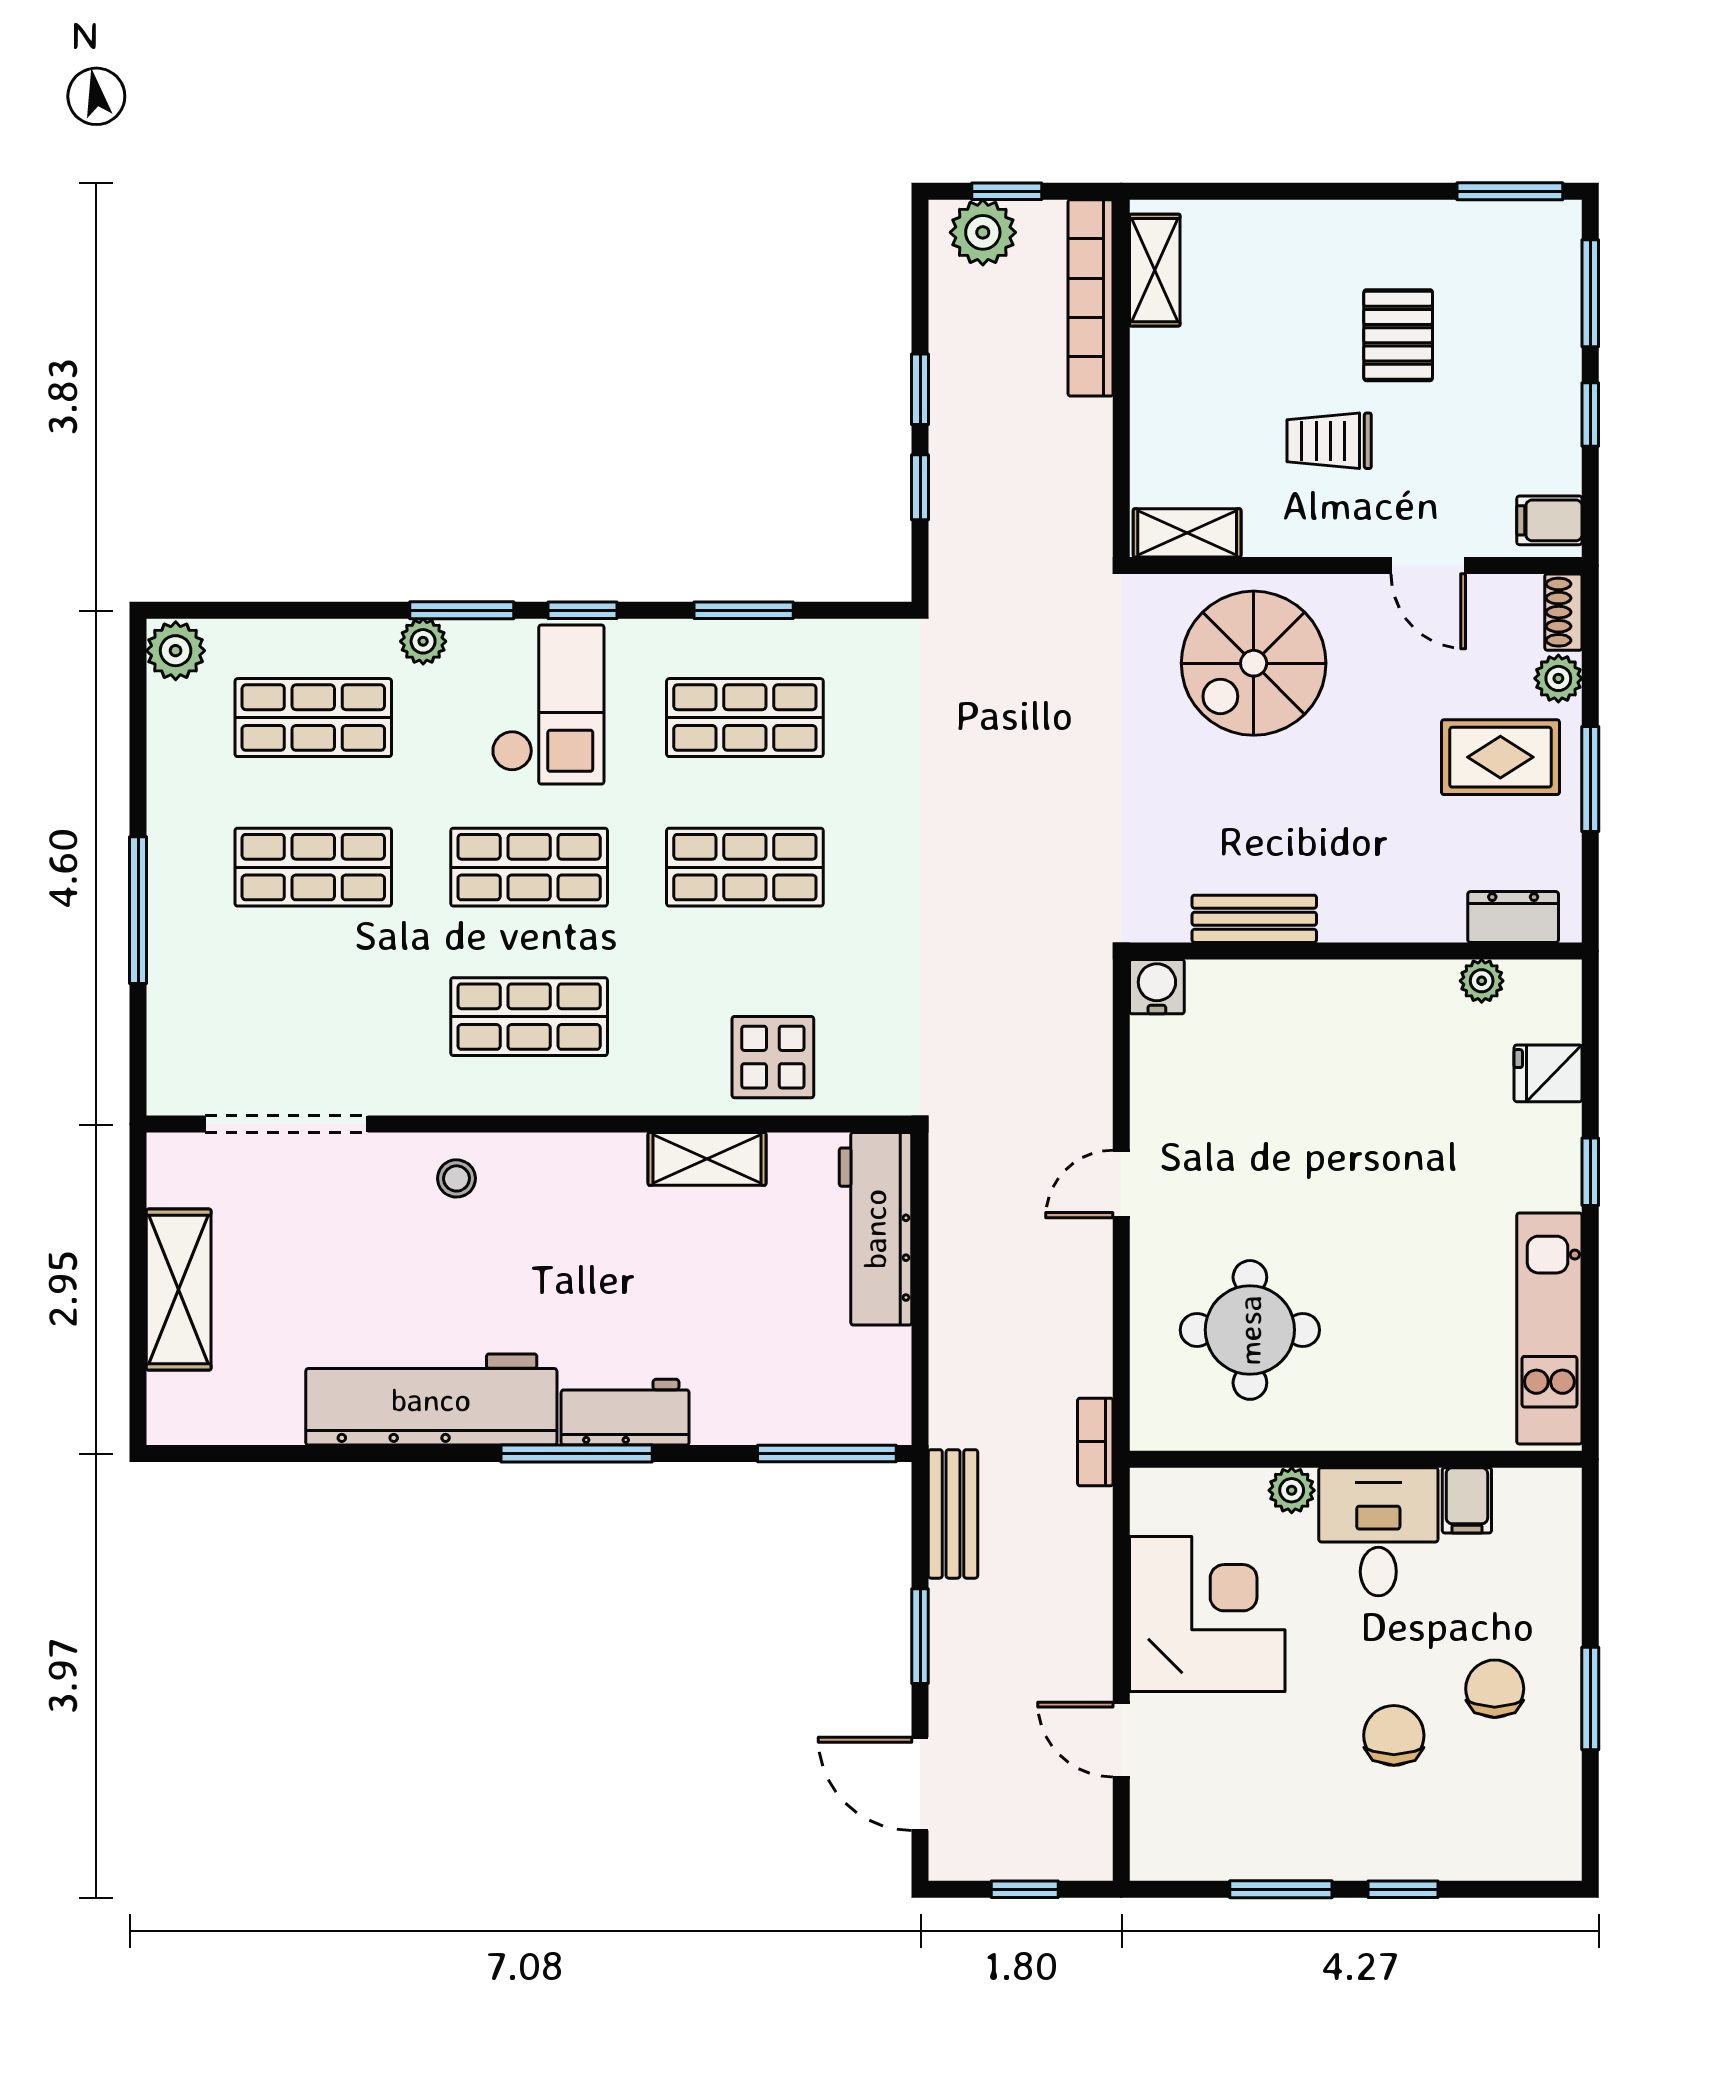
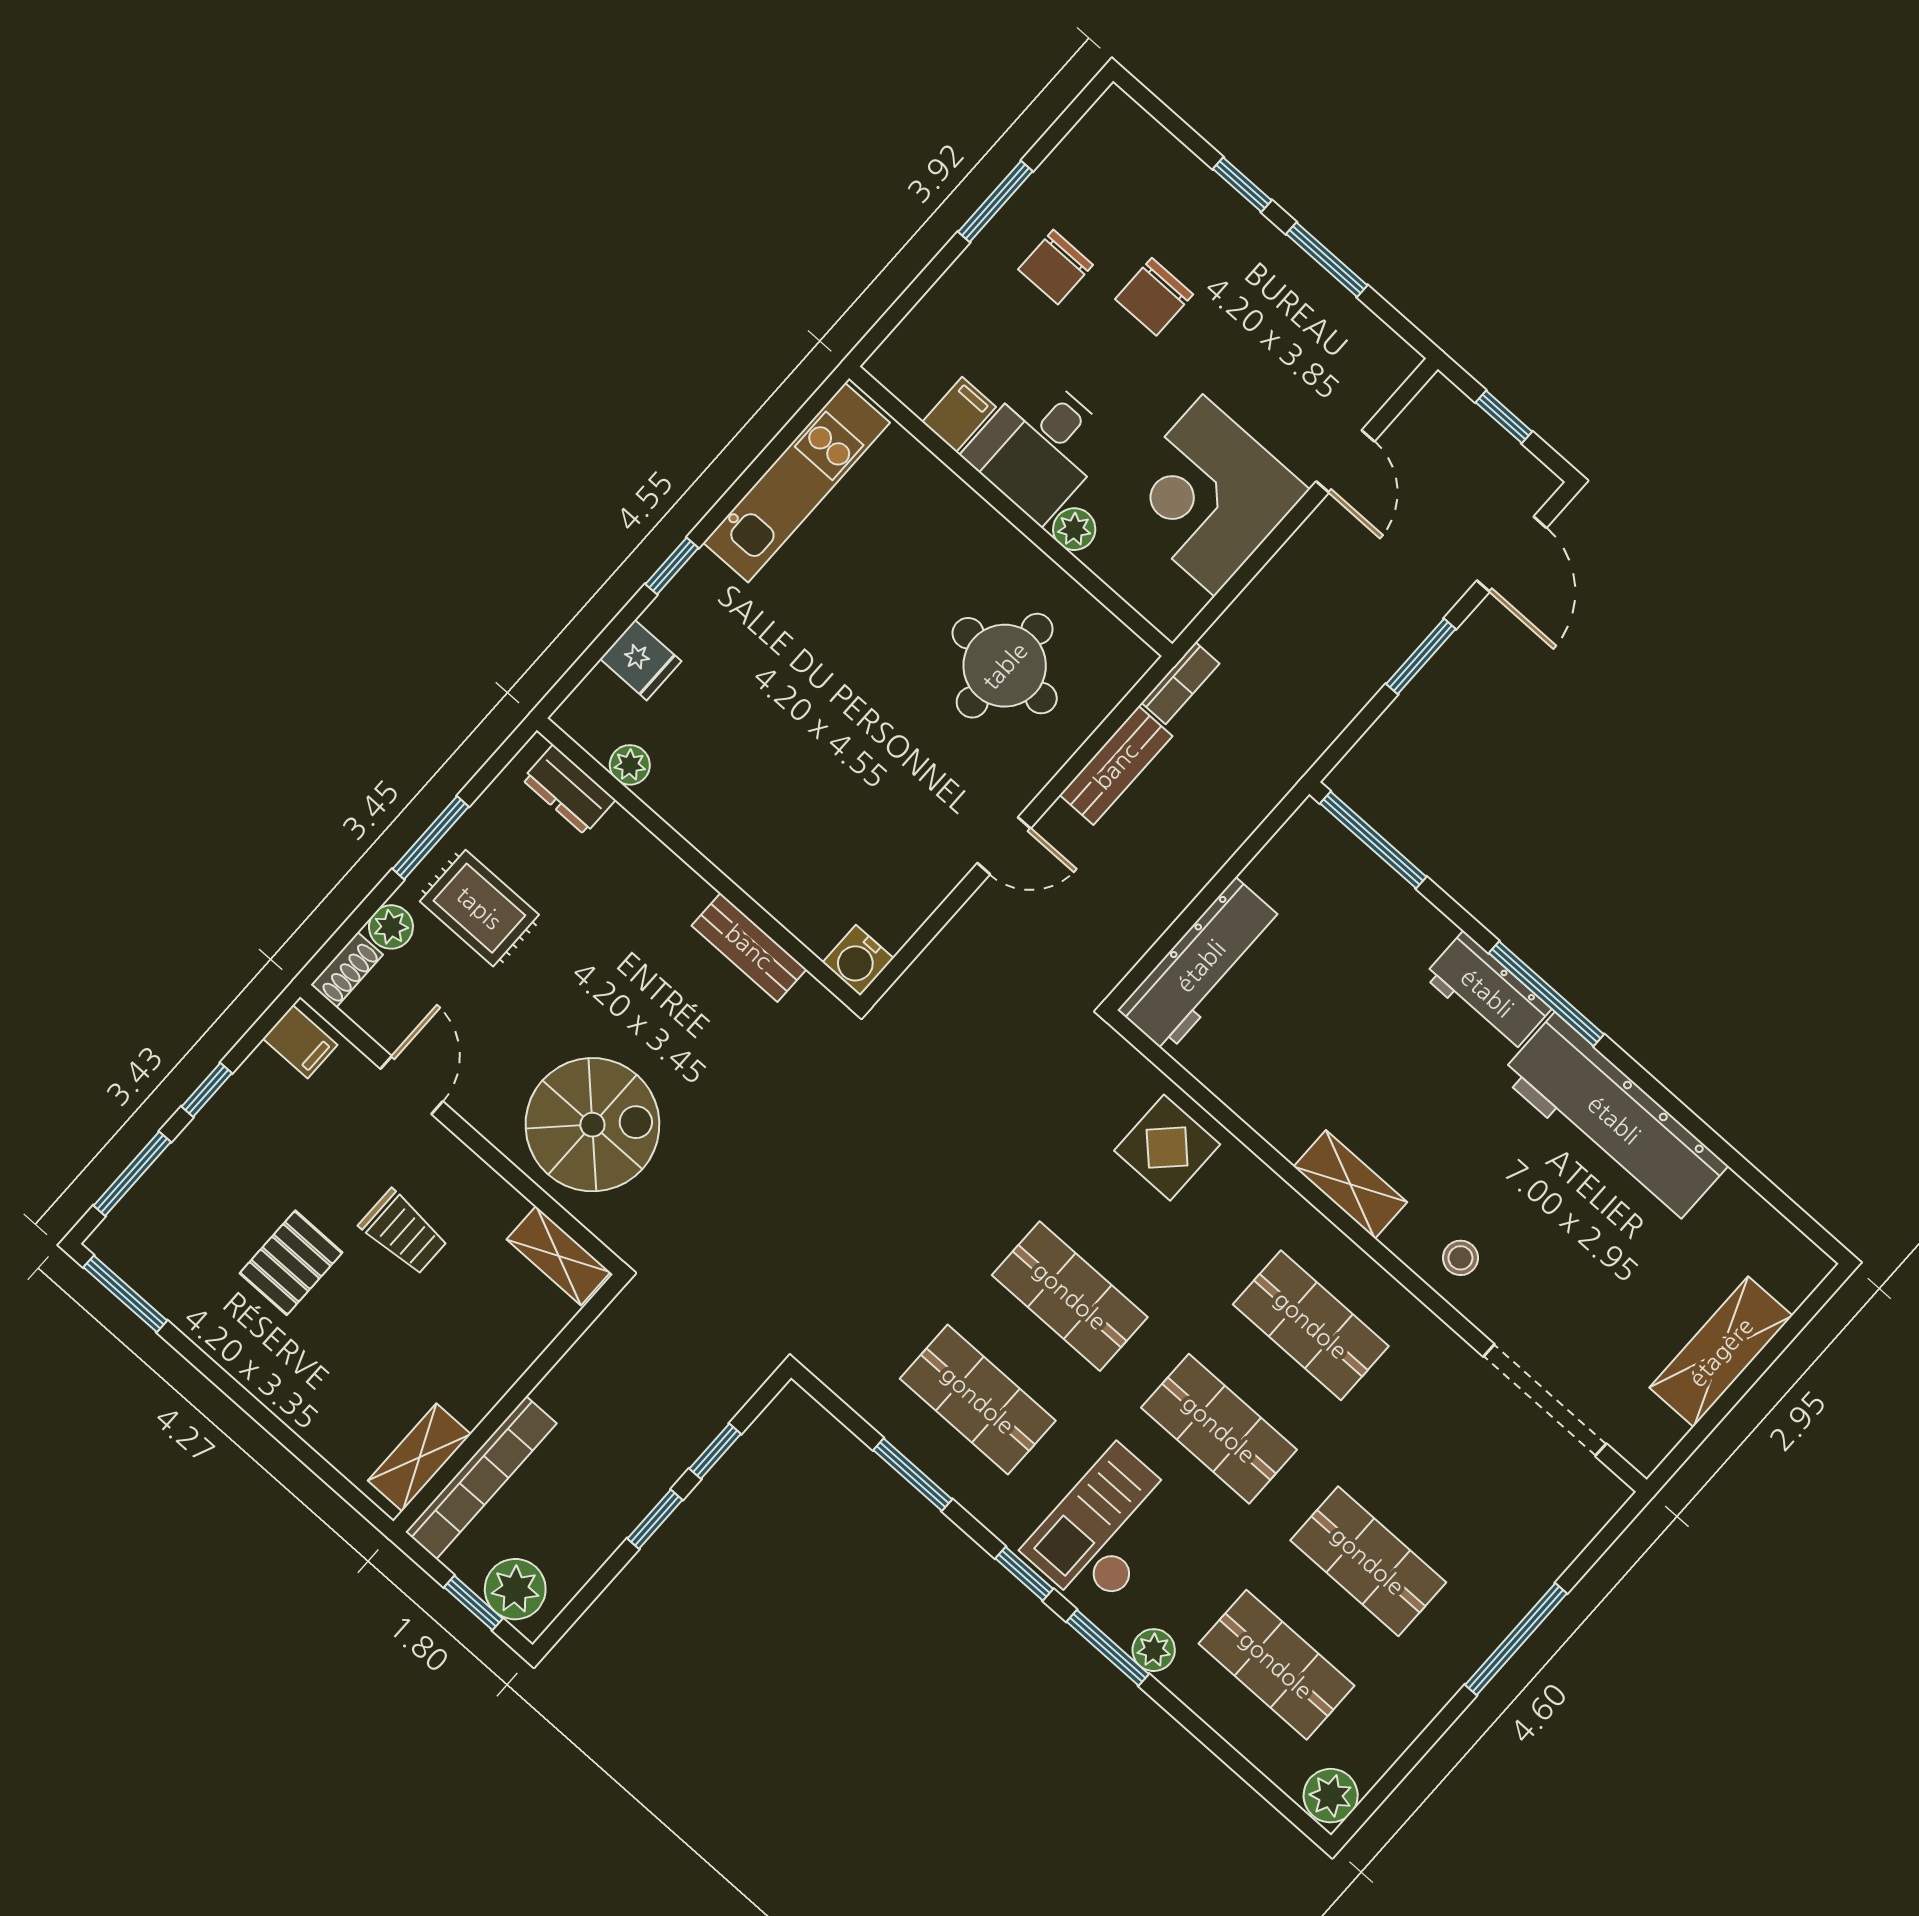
shelving: (707, 1159) -> (1350, 1184), moved
bench: (953, 1514) -> (1116, 766), moved

